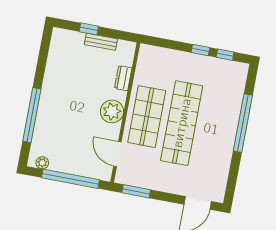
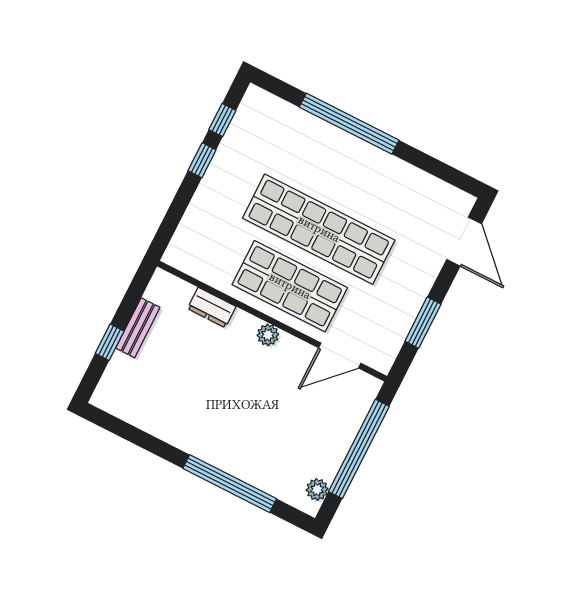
plant: (112, 111) -> (268, 335), width x0.53, depth x0.53
window: (136, 191) -> (423, 323), moved

